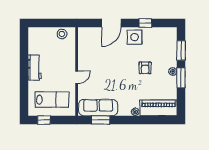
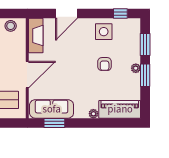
window: (145, 23) -> (120, 14), moved
side table: (135, 37) -> (104, 32), moved
fireplace: (84, 43) -> (36, 36), added
door: (77, 77) -> (27, 75), width x1.87

